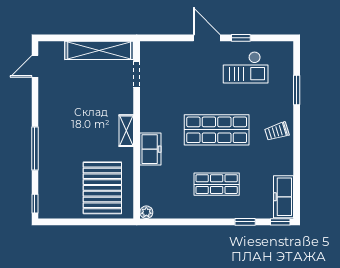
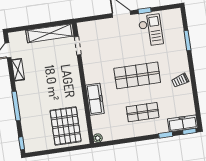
checkout: (246, 67) -> (151, 30), turned -90
shelving: (126, 131) -> (18, 70), moved
trolley: (277, 131) -> (180, 80), moved
freezer: (150, 149) -> (95, 99), width x1.40
freezer: (284, 197) -> (183, 123), moved, turned 90

